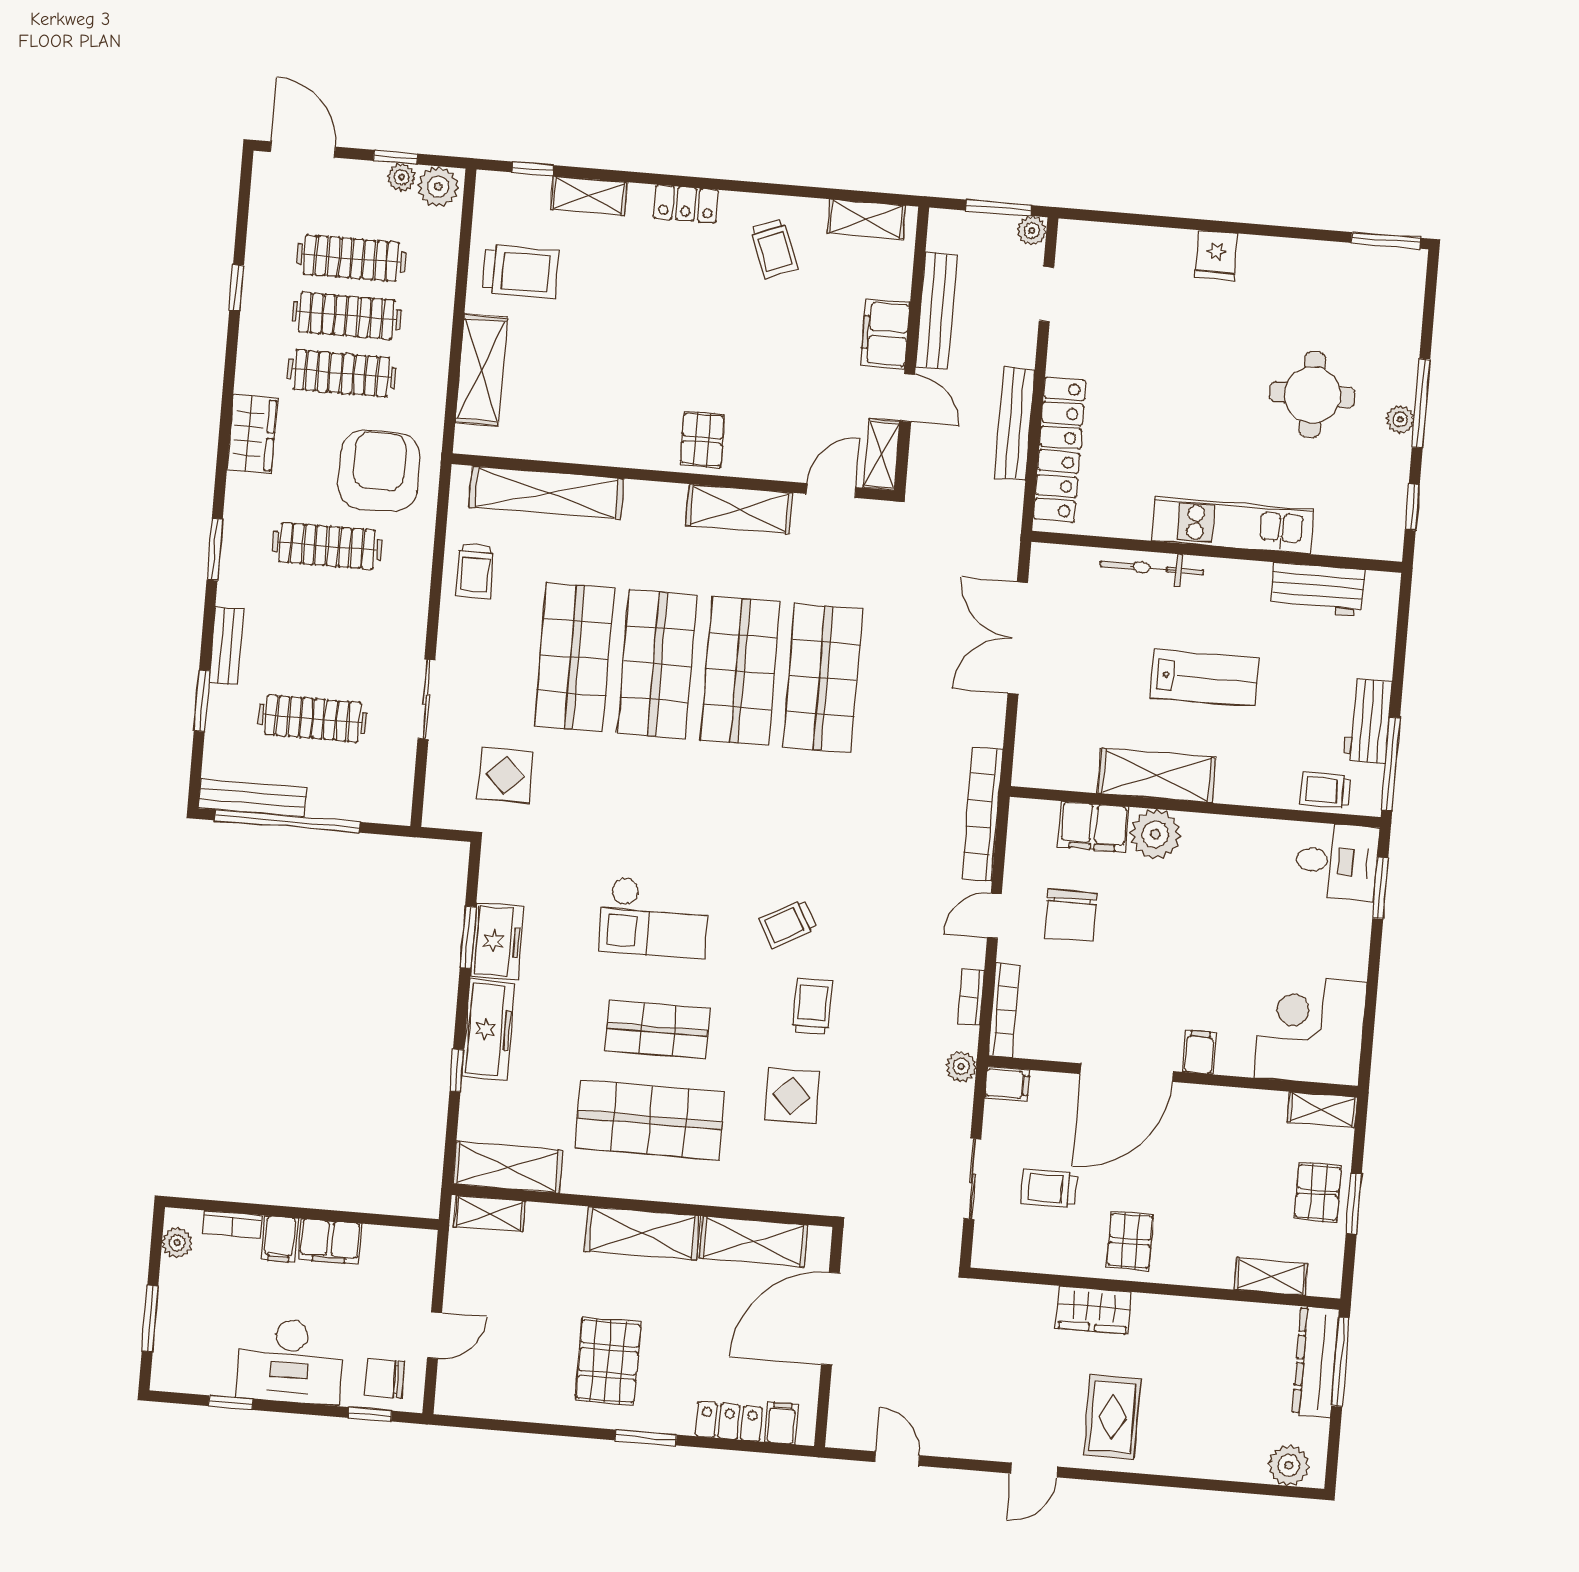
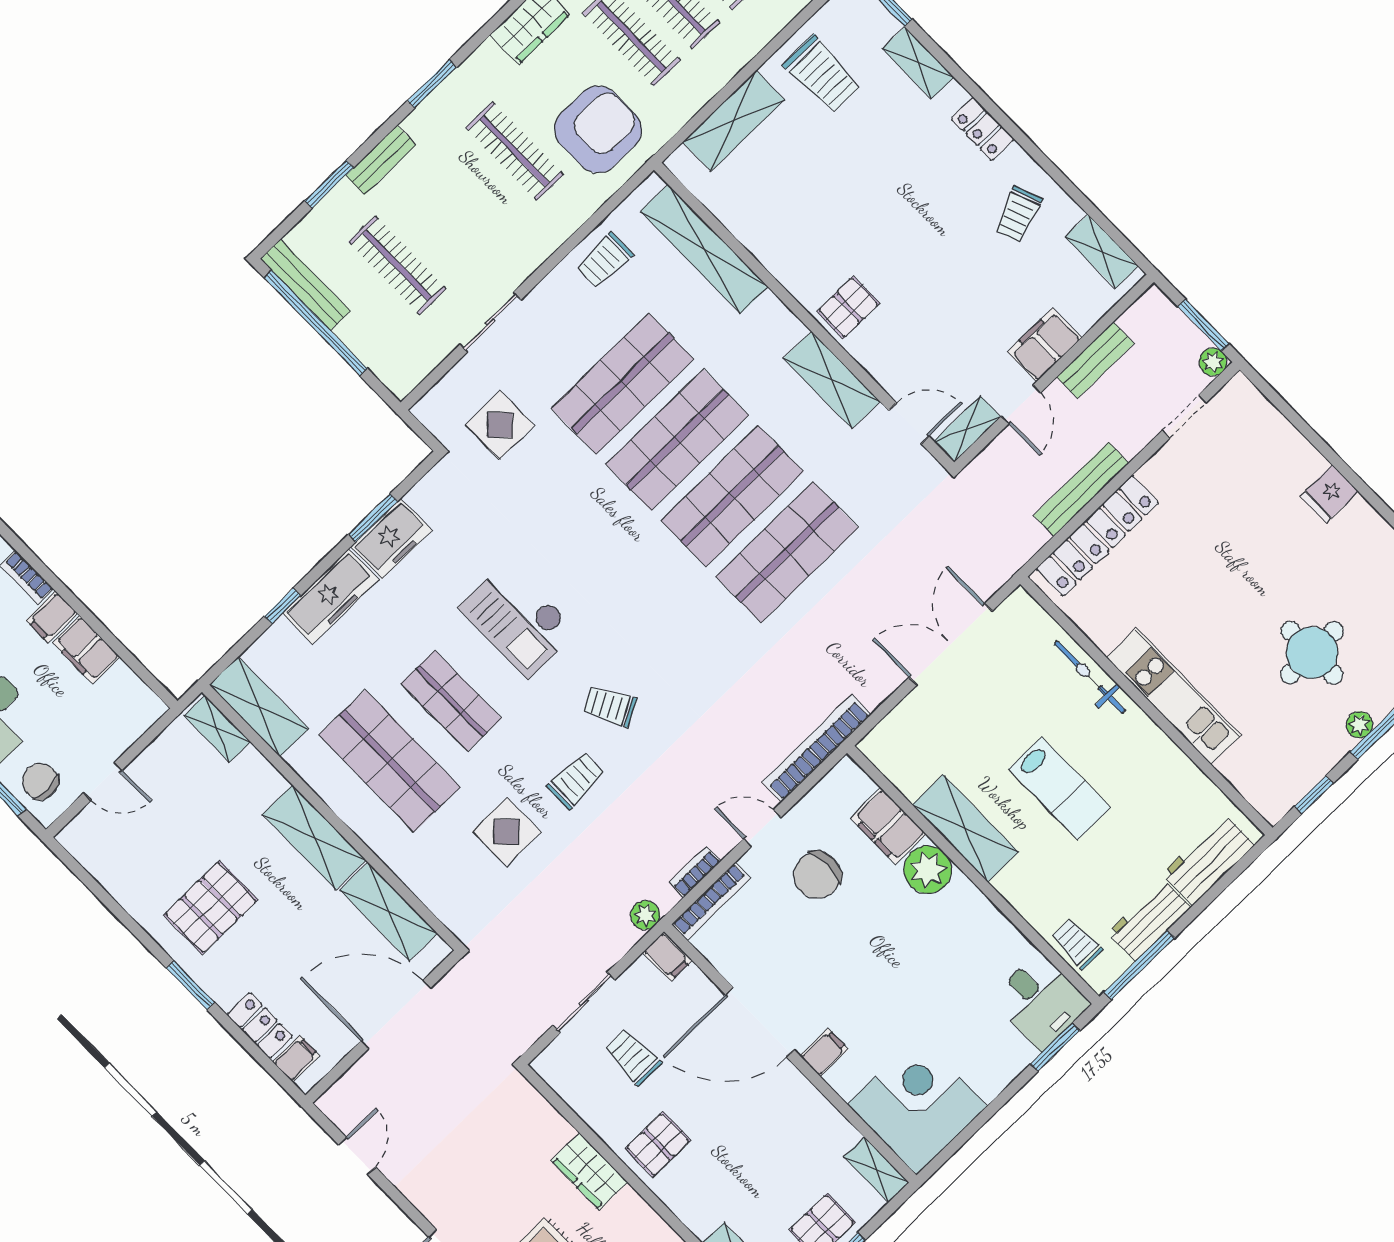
bench: (936, 311) -> (1095, 360), width x0.73
workbench: (1317, 589) -> (1208, 859), moved, turned 90

